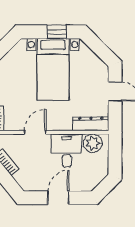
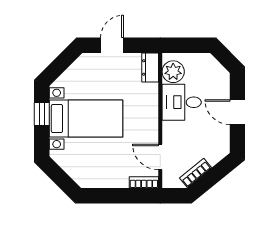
dresser: (91, 124) -> (150, 67), width x0.70
door: (35, 132) -> (160, 157), moved

